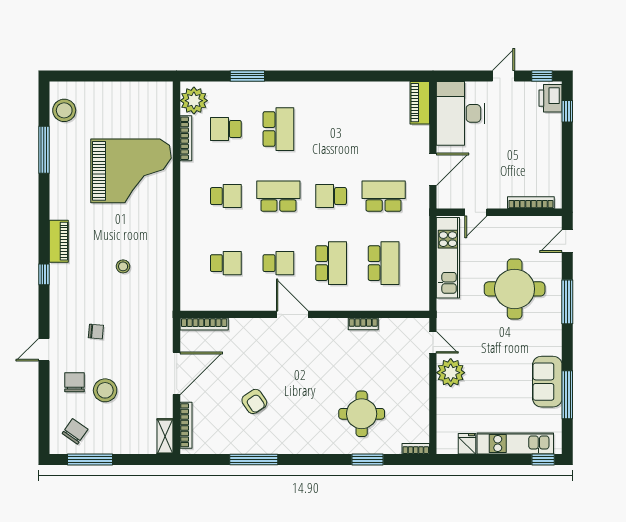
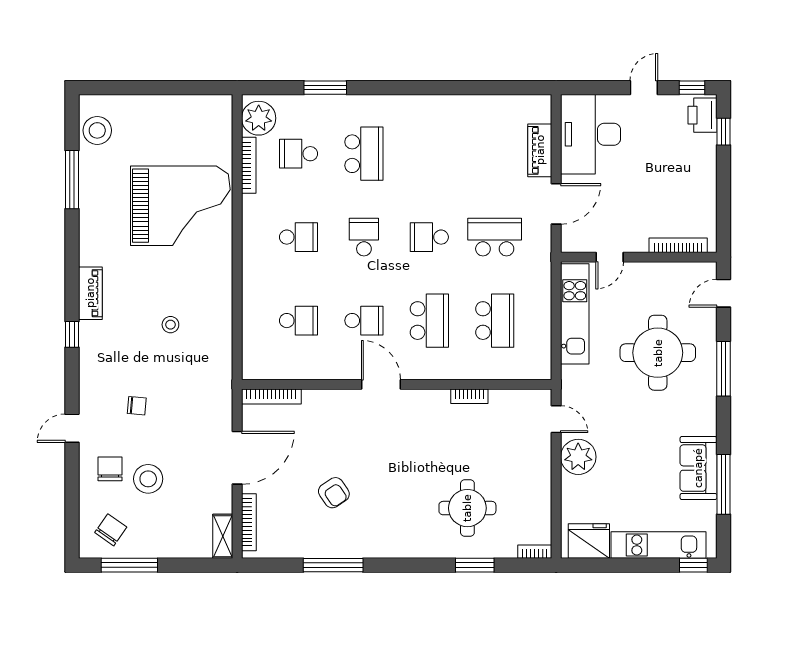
piano: (420, 103) -> (540, 150), moved
school desk: (278, 196) -> (364, 237), width x0.54
fridge: (467, 444) -> (589, 541), width x1.88, depth x1.34

